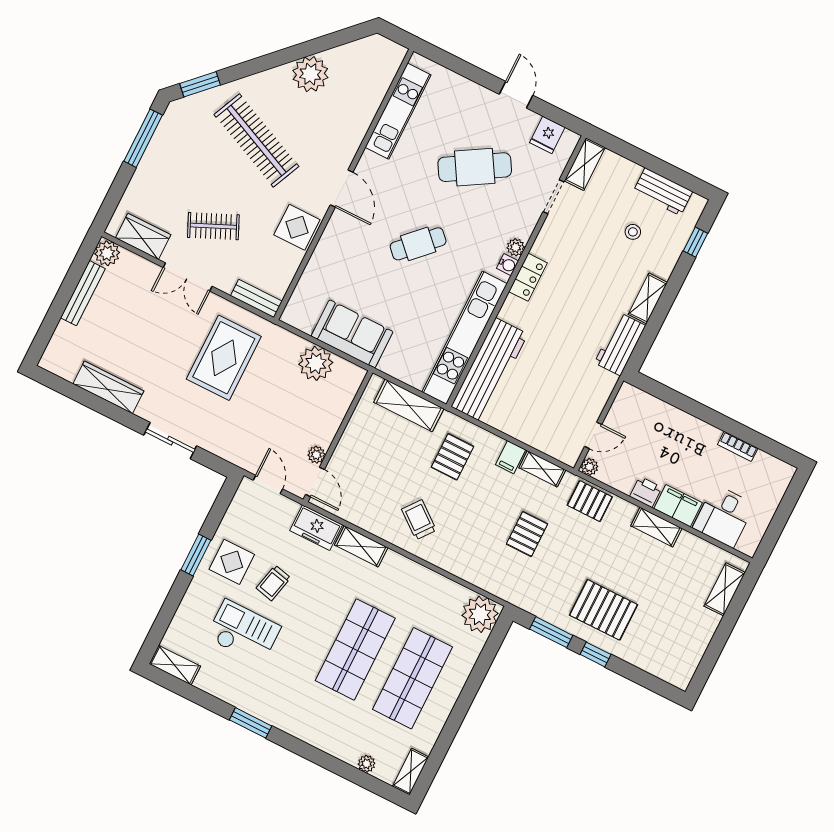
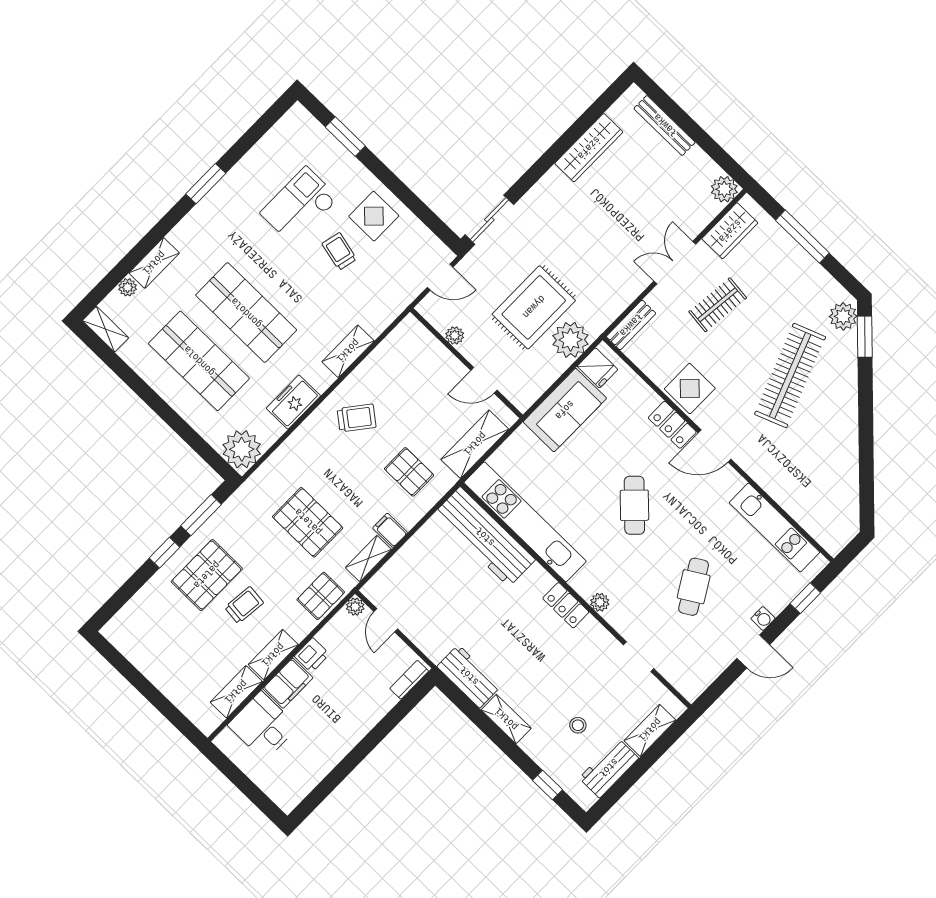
window: (453, 63) -> (805, 598), added
plant: (310, 74) -> (843, 316), moved, width x0.73, depth x0.73
fridge: (547, 135) -> (597, 368), moved, turned 180
window: (143, 138) -> (802, 237), moved
clothes rail: (256, 140) -> (790, 376), turned -45
shelving: (585, 164) -> (650, 730), moved, turned 90
cafe table: (475, 167) -> (694, 587), width x0.73, depth x0.74
clothes rail: (213, 226) -> (718, 305), turned 30
locker: (335, 233) -> (672, 425), added
water cooler: (508, 265) -> (763, 618), moved, turned -90
bench: (83, 293) -> (665, 125), moved
rug: (224, 358) -> (534, 307), moved, turned 90
plant: (316, 363) -> (570, 340), moved
sliding door: (170, 441) -> (489, 220), moved
bookcase: (738, 446) -> (409, 680), moved
door: (315, 482) -> (484, 380), moved
freezer: (316, 528) -> (293, 402), moved
pallet: (527, 534) -> (308, 522), width x1.50, depth x1.42
window: (196, 555) -> (345, 136), moved
trolley: (620, 568) -> (244, 605), added
shelving: (725, 589) -> (236, 692), moved, turned 90
checkout: (243, 632) -> (299, 205), turned 180
shelving: (175, 665) -> (154, 263), moved

